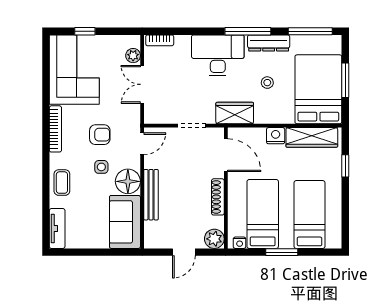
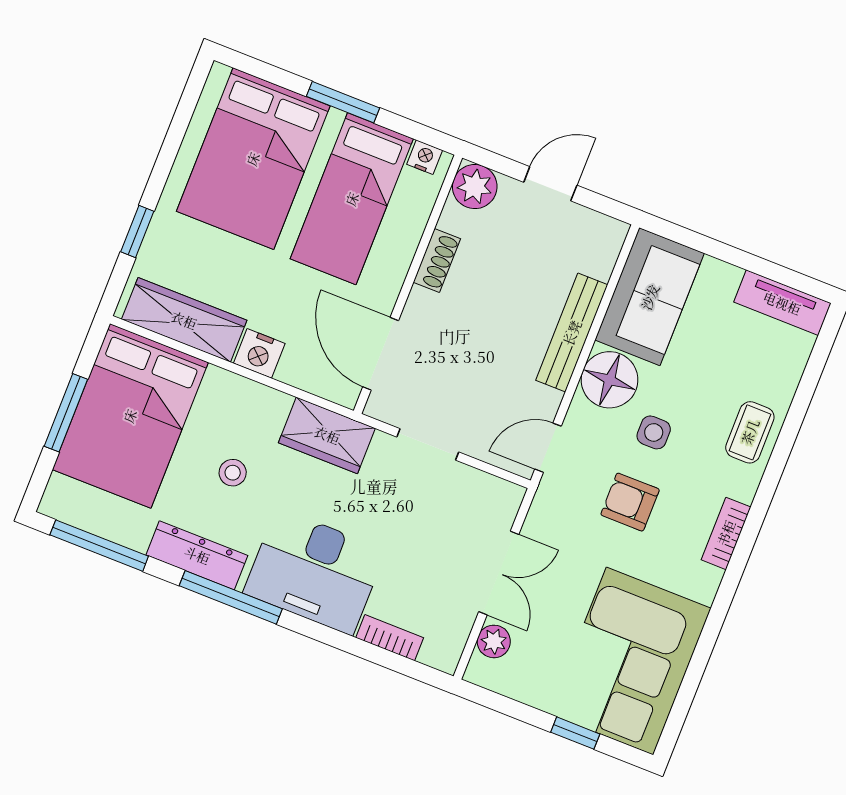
bookcase: (160, 40) -> (390, 638), moved
bookcase: (55, 129) -> (726, 533), width x0.64
shoe rack: (218, 197) -> (437, 260), width x0.70
bed: (309, 215) -> (253, 159), width x1.50
tv unit: (57, 228) -> (782, 303), moved, turned -90

